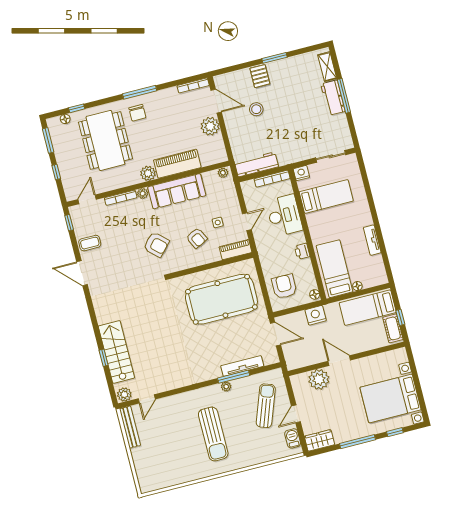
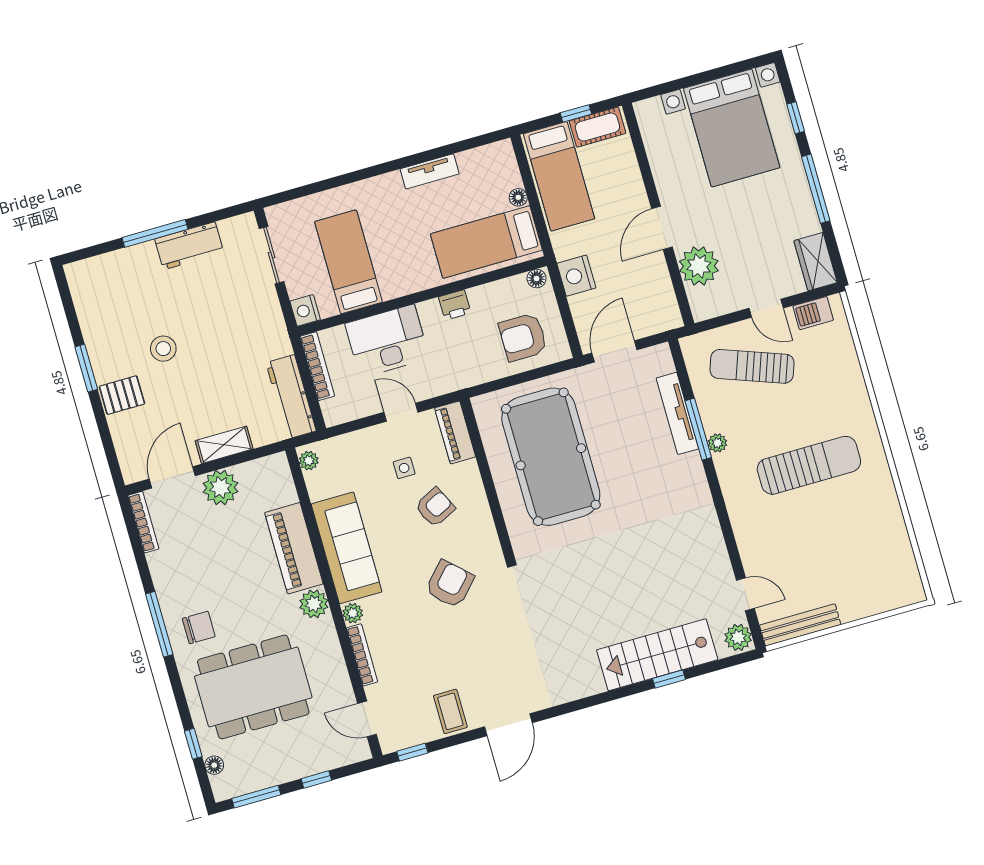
shelving: (327, 67) -> (224, 445), moved
workbench: (333, 98) -> (189, 246), moved
stool: (256, 109) -> (163, 349), moved

